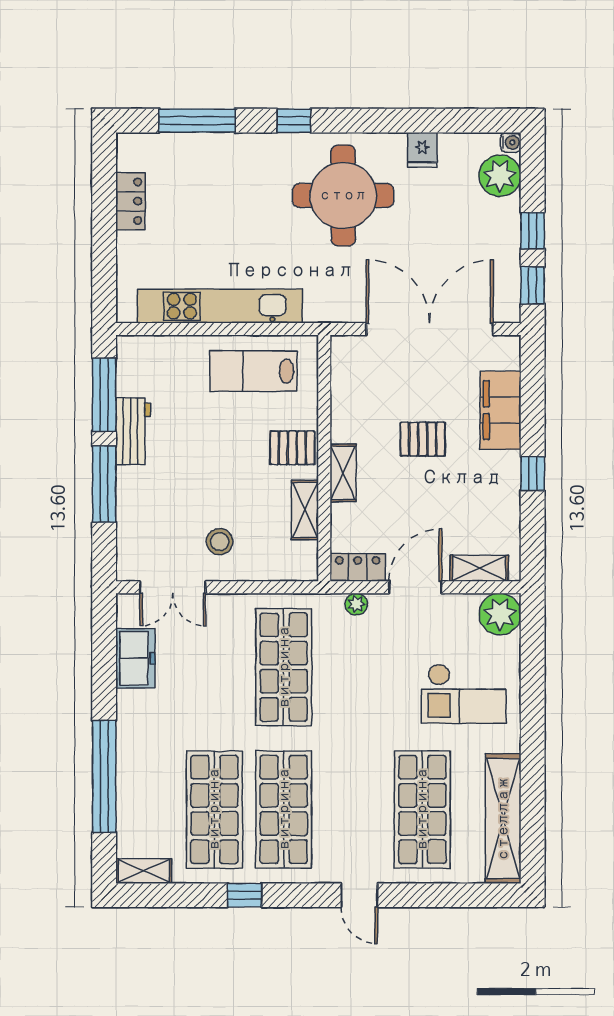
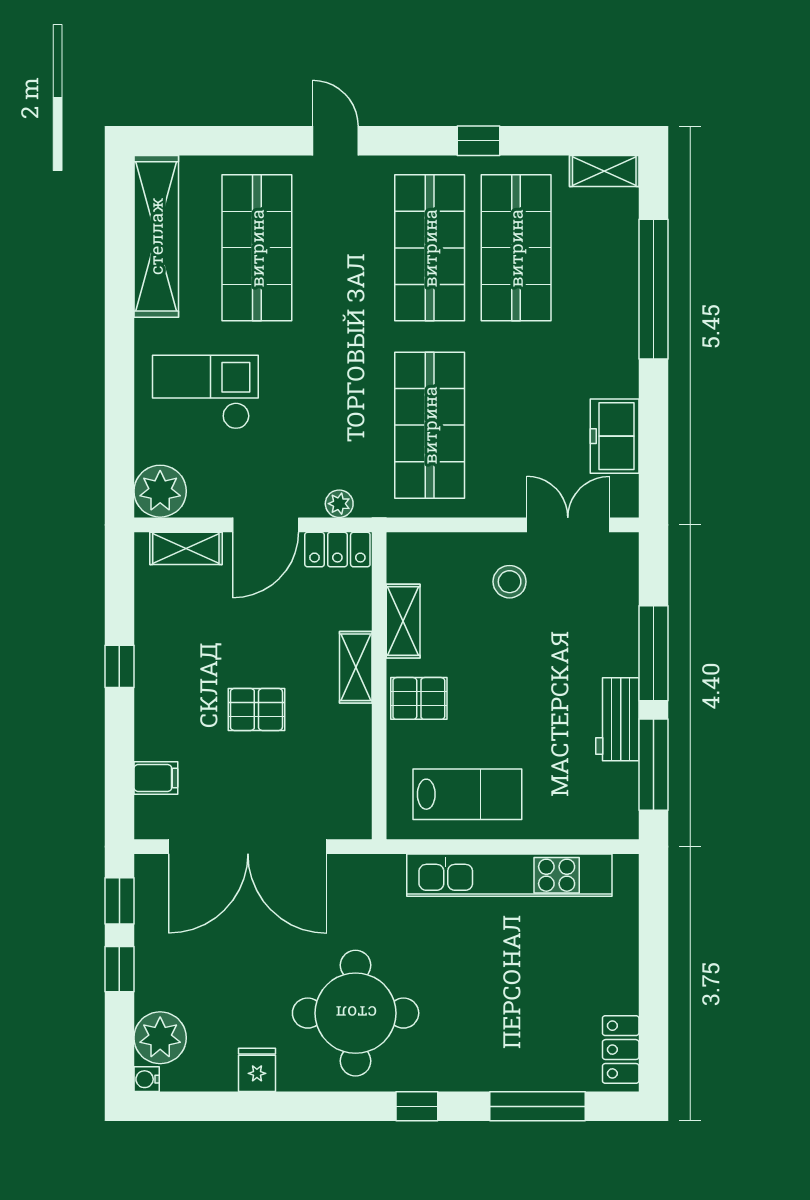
locker: (130, 201) -> (621, 1050), moved
filing cabinet: (500, 410) -> (156, 778), width x0.33, depth x0.86

